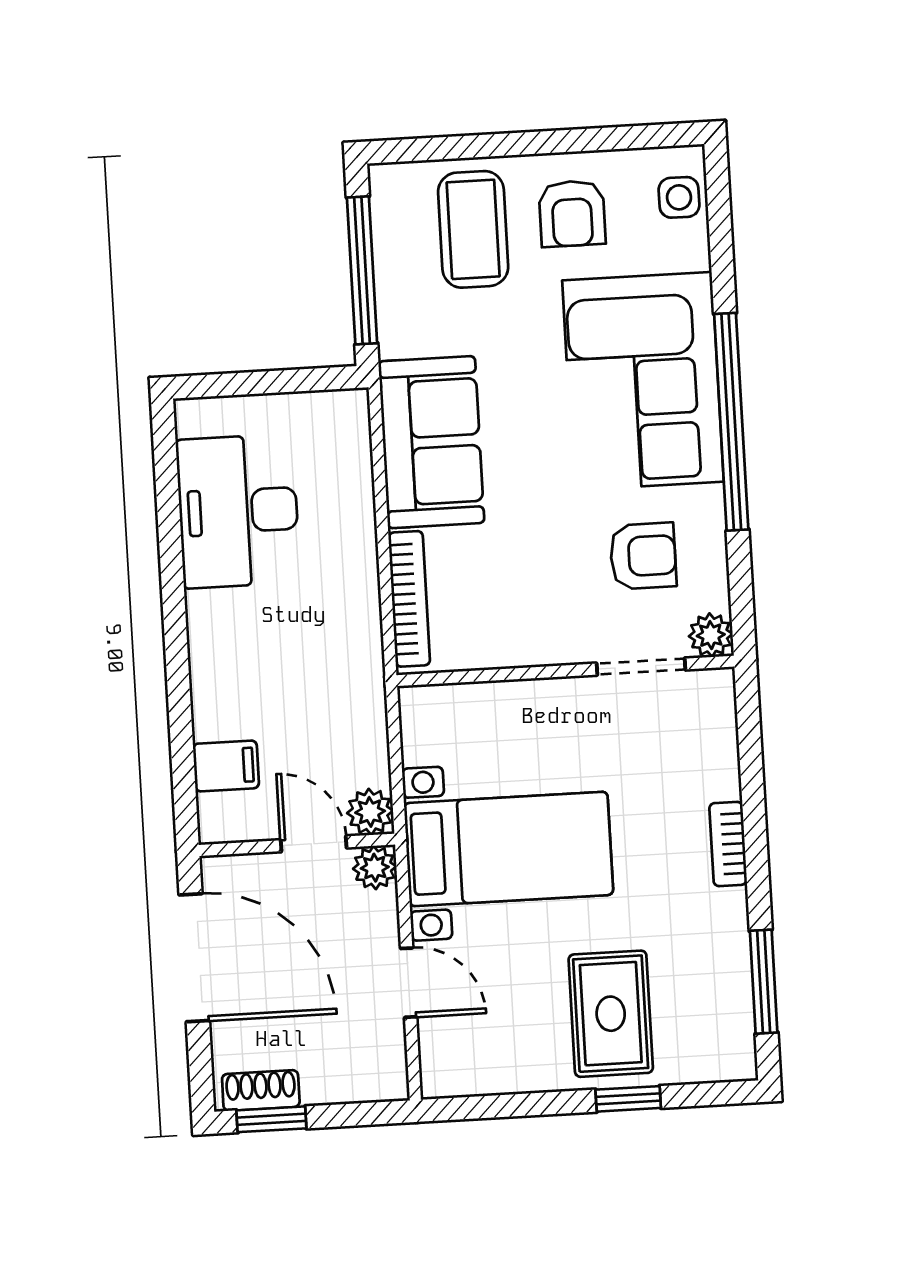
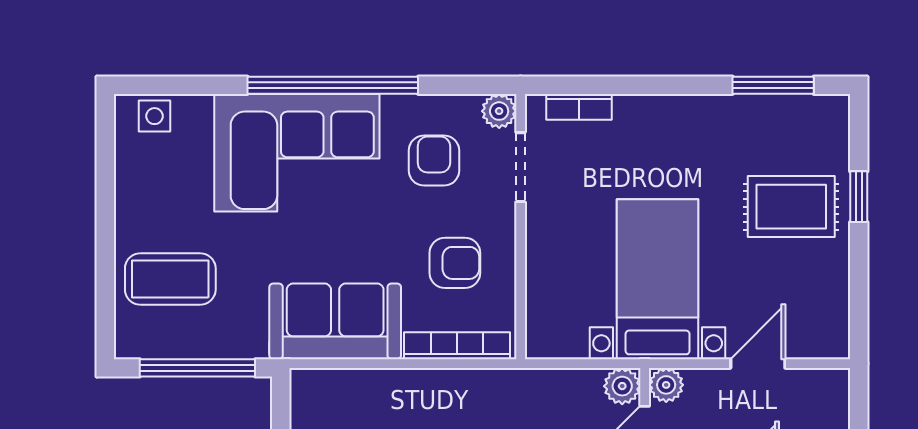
armchair: (572, 213) -> (455, 263), moved
bookcase: (728, 844) -> (579, 107), moved

